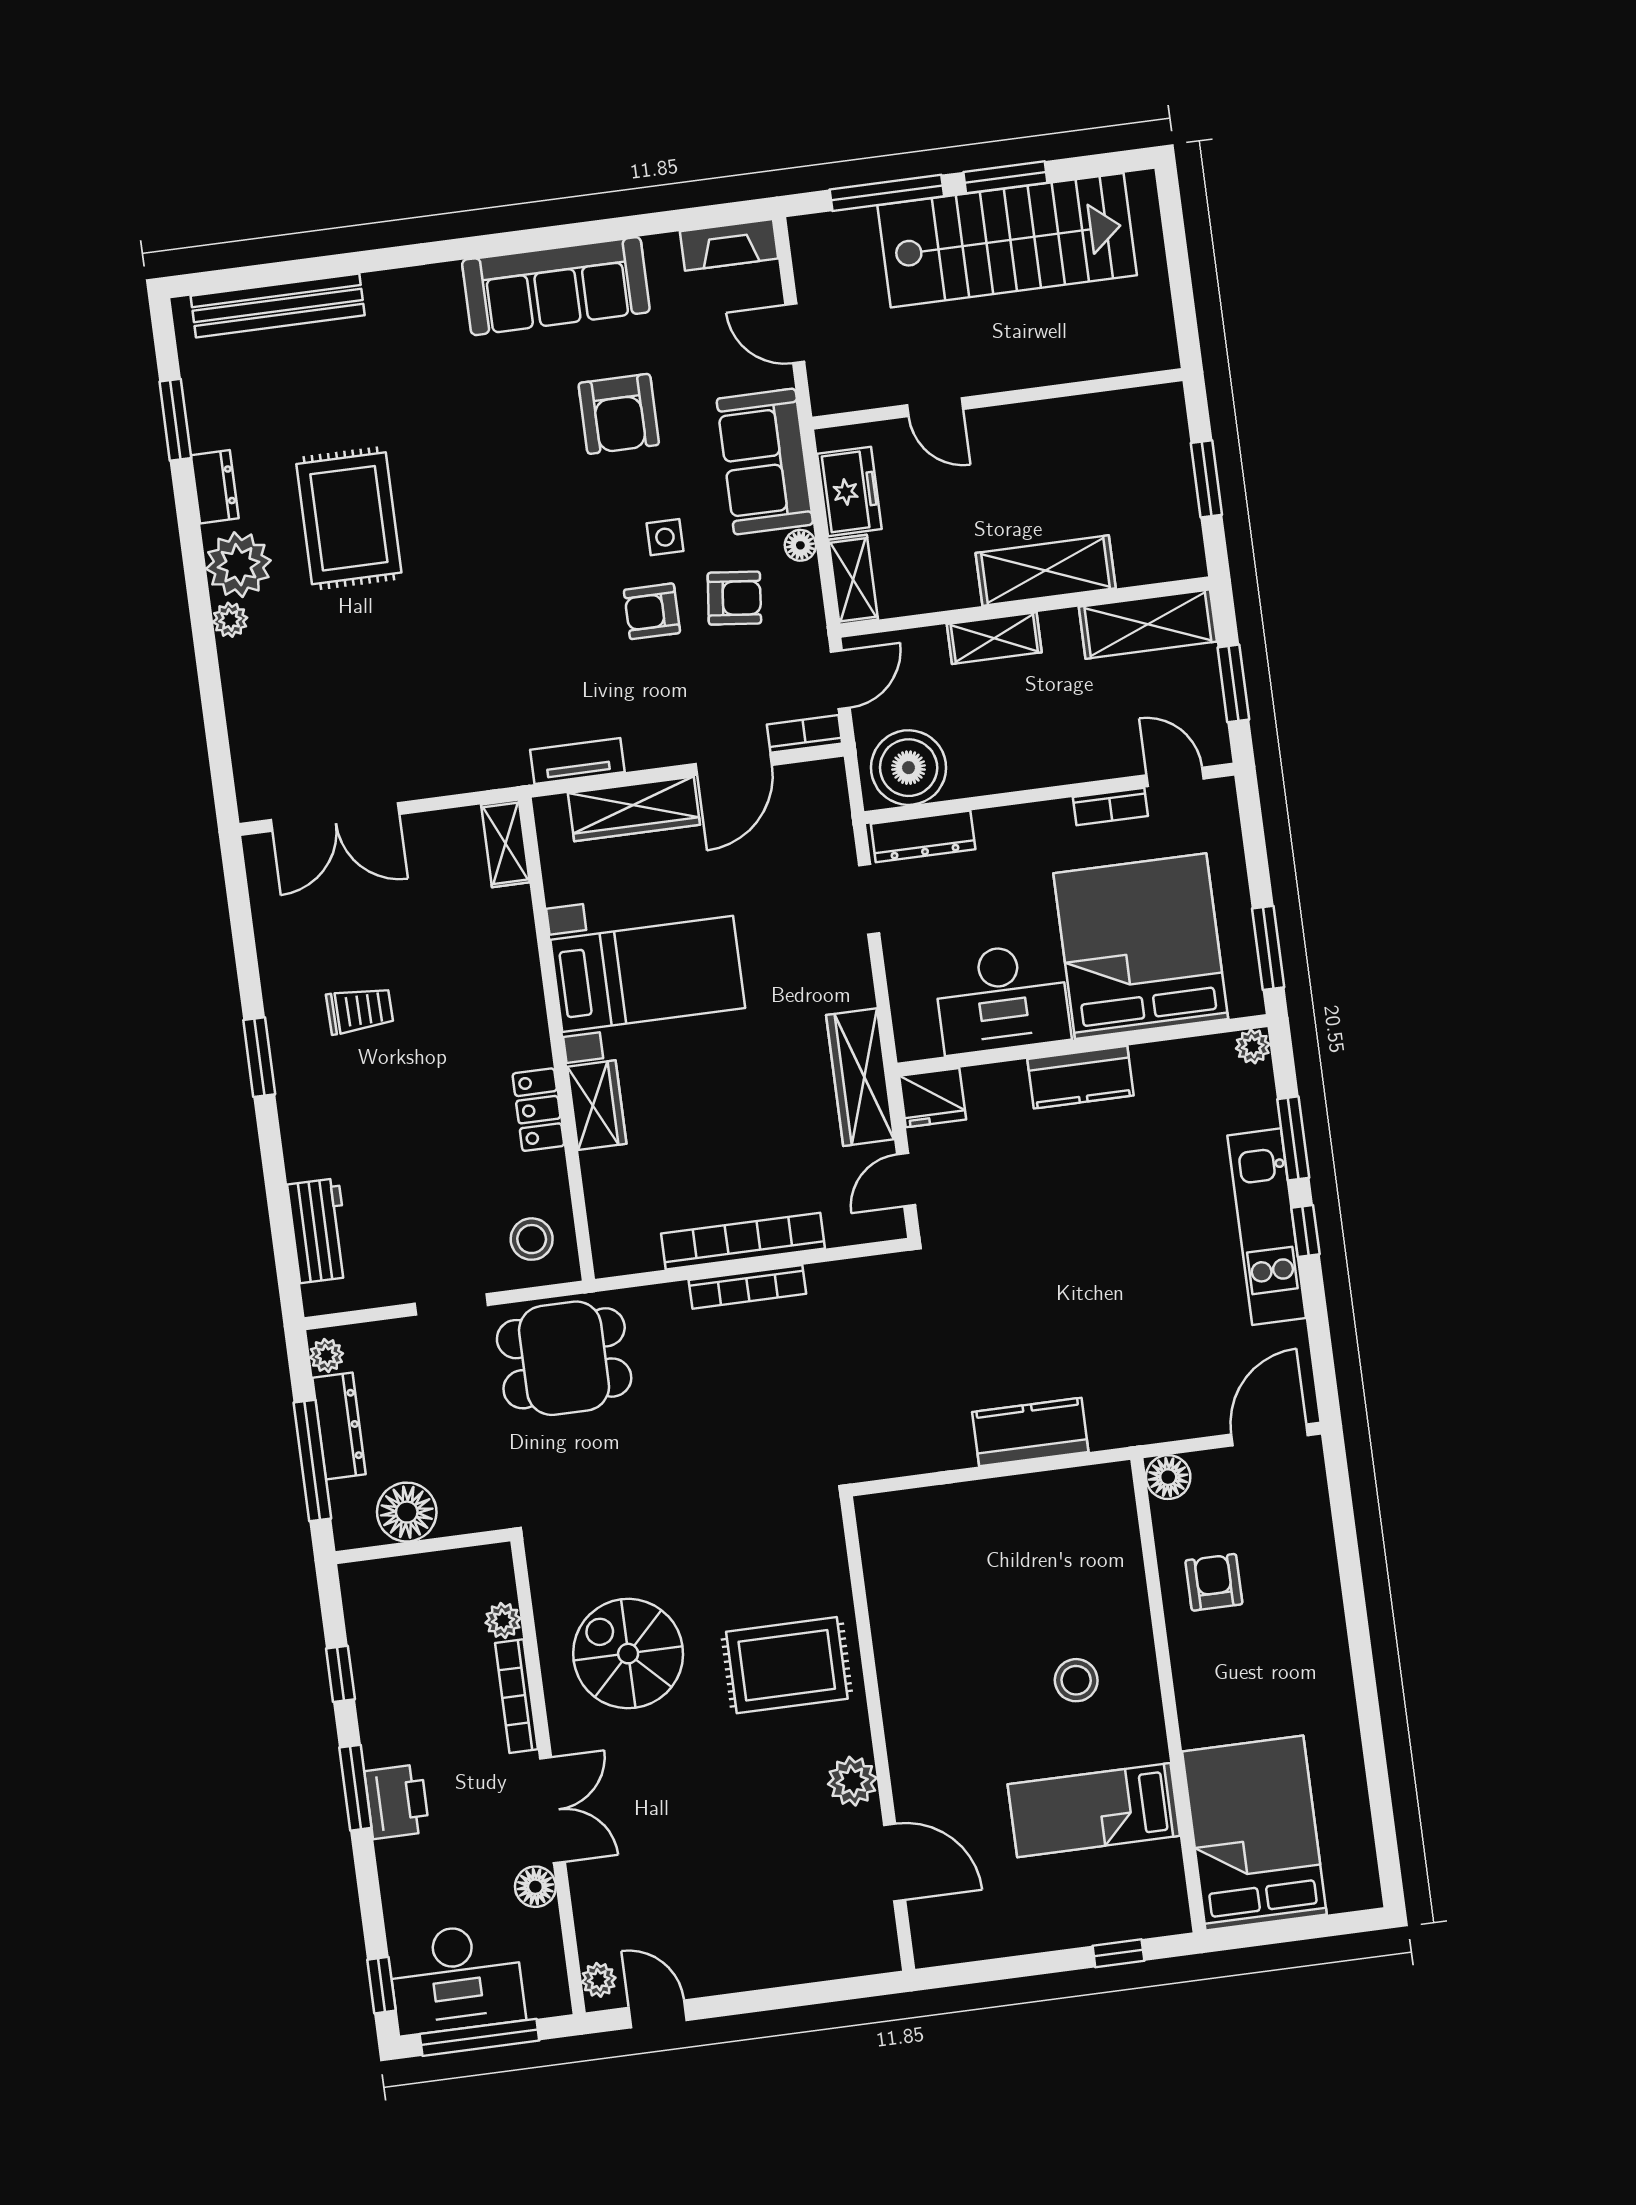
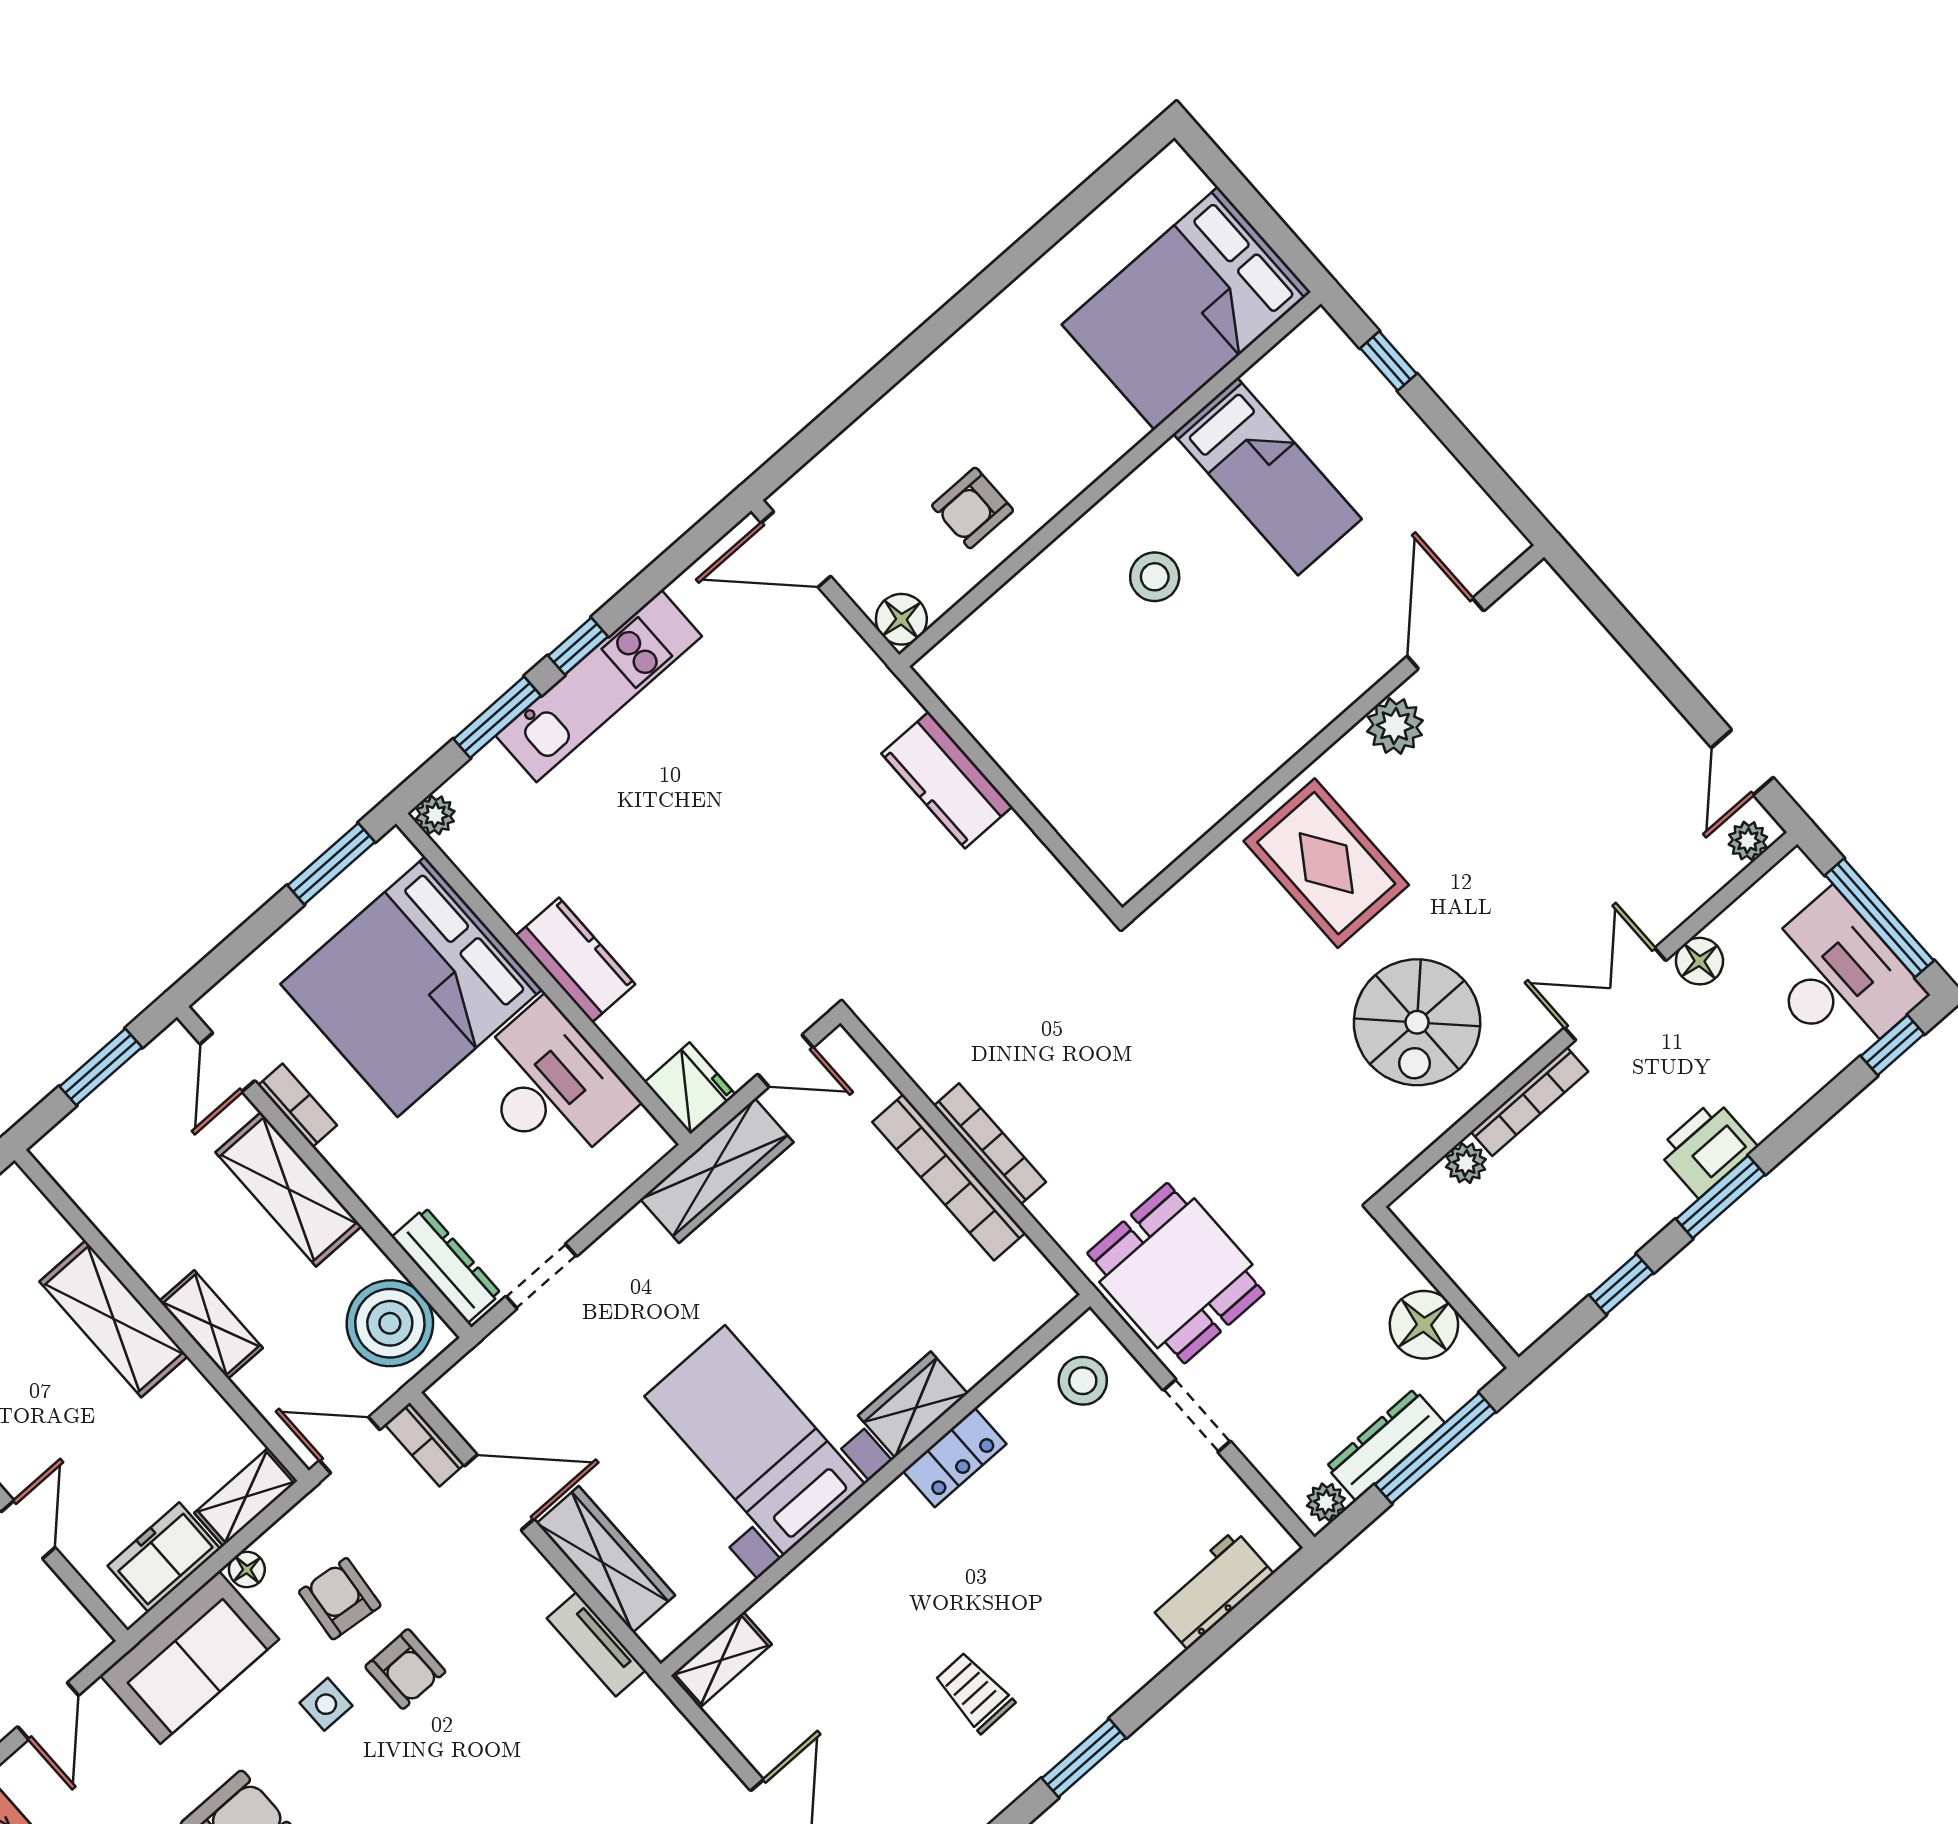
shelving: (1148, 624) -> (289, 1189), moved

